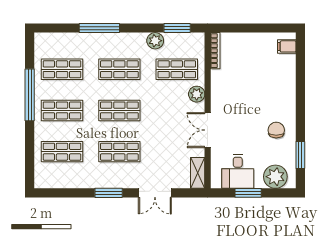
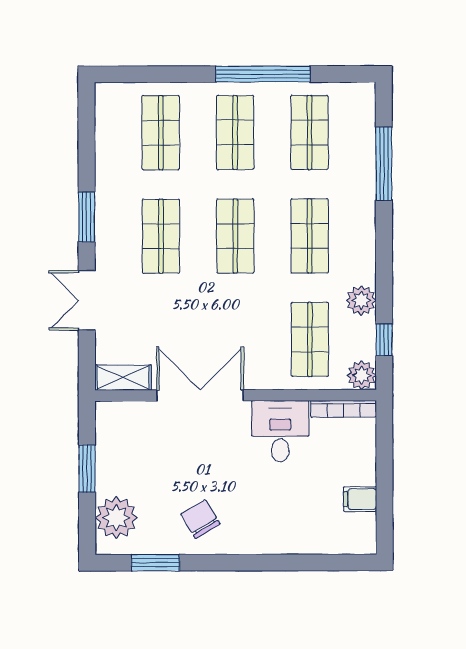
window: (99, 28) -> (384, 164), moved
window: (177, 28) -> (384, 340), width x0.67
filing cabinet: (287, 46) -> (360, 499), moved, turned -90
plant: (197, 94) -> (362, 375), moved
double door: (208, 130) -> (200, 395), width x1.37
chair: (276, 130) -> (200, 519), turned -121
desk: (238, 171) -> (280, 431), moved, turned 90

